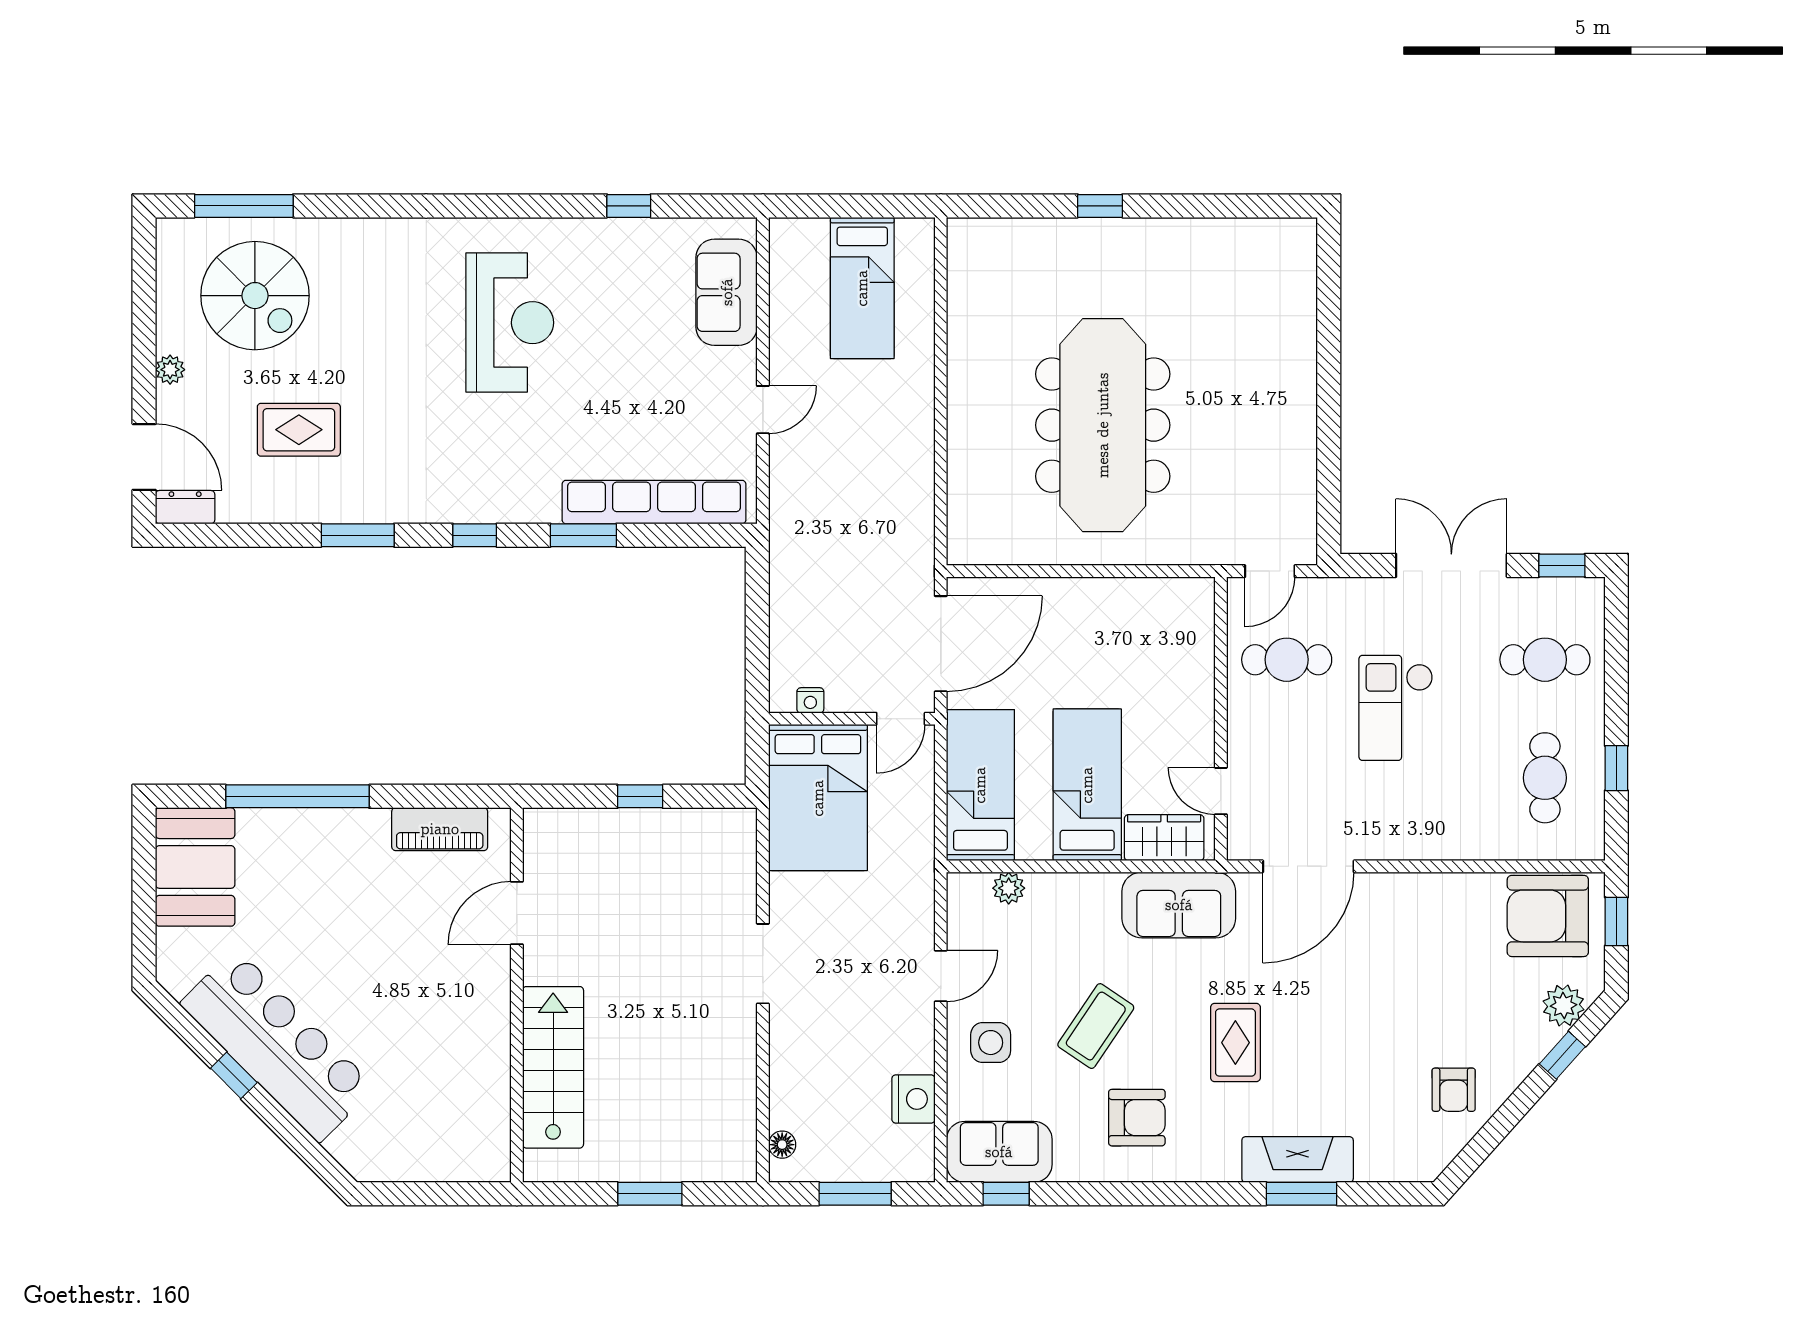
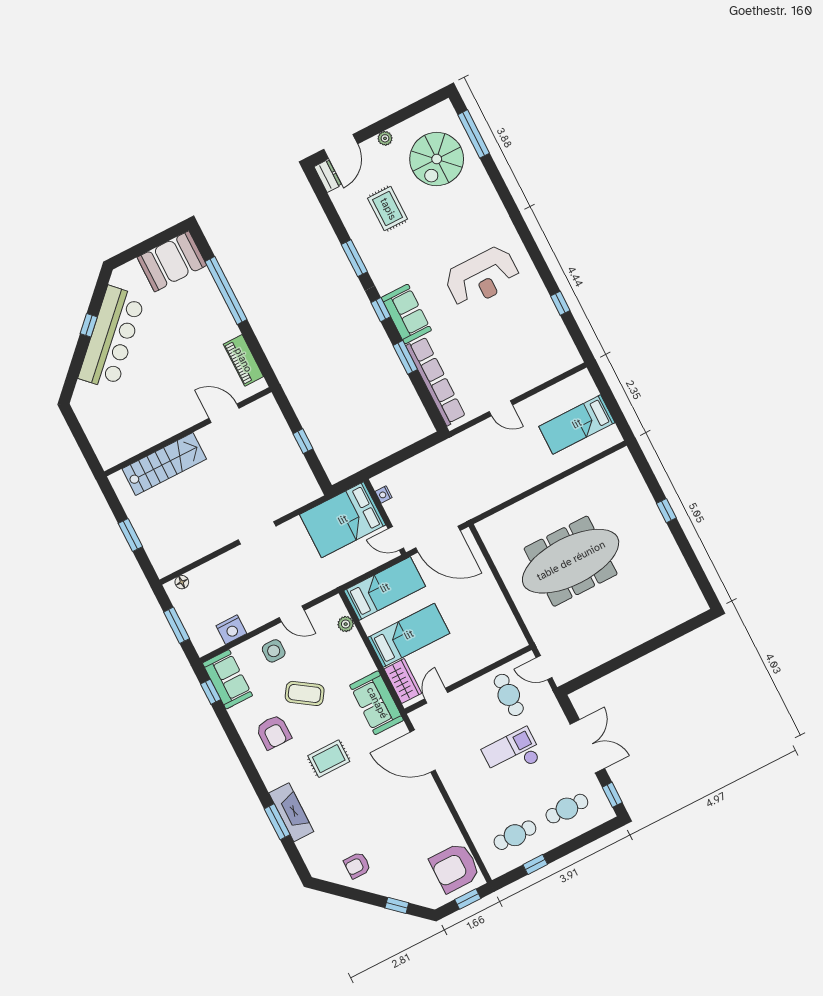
sofa: (727, 292) -> (406, 314), moved, turned 90
cafe table: (1545, 660) -> (567, 809), turned 90
armchair: (1548, 916) -> (455, 868), turned -90
plant: (1564, 1005) -> (419, 895), removed

